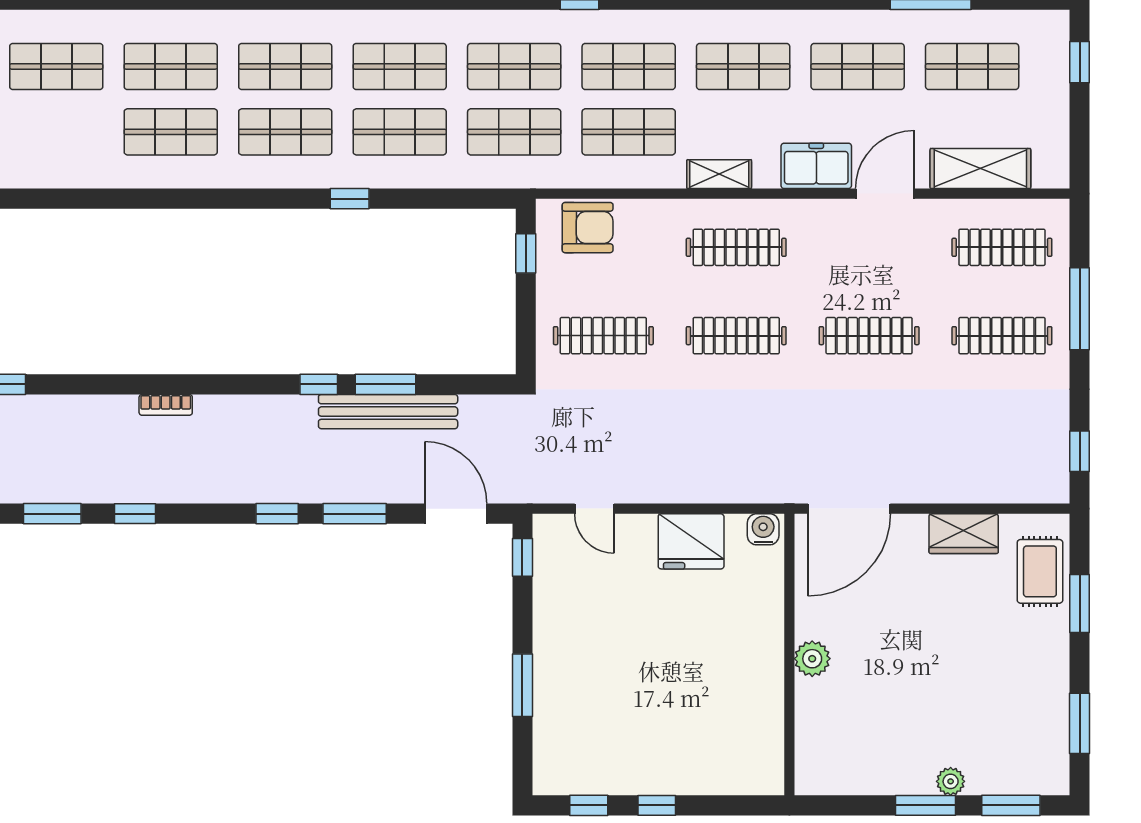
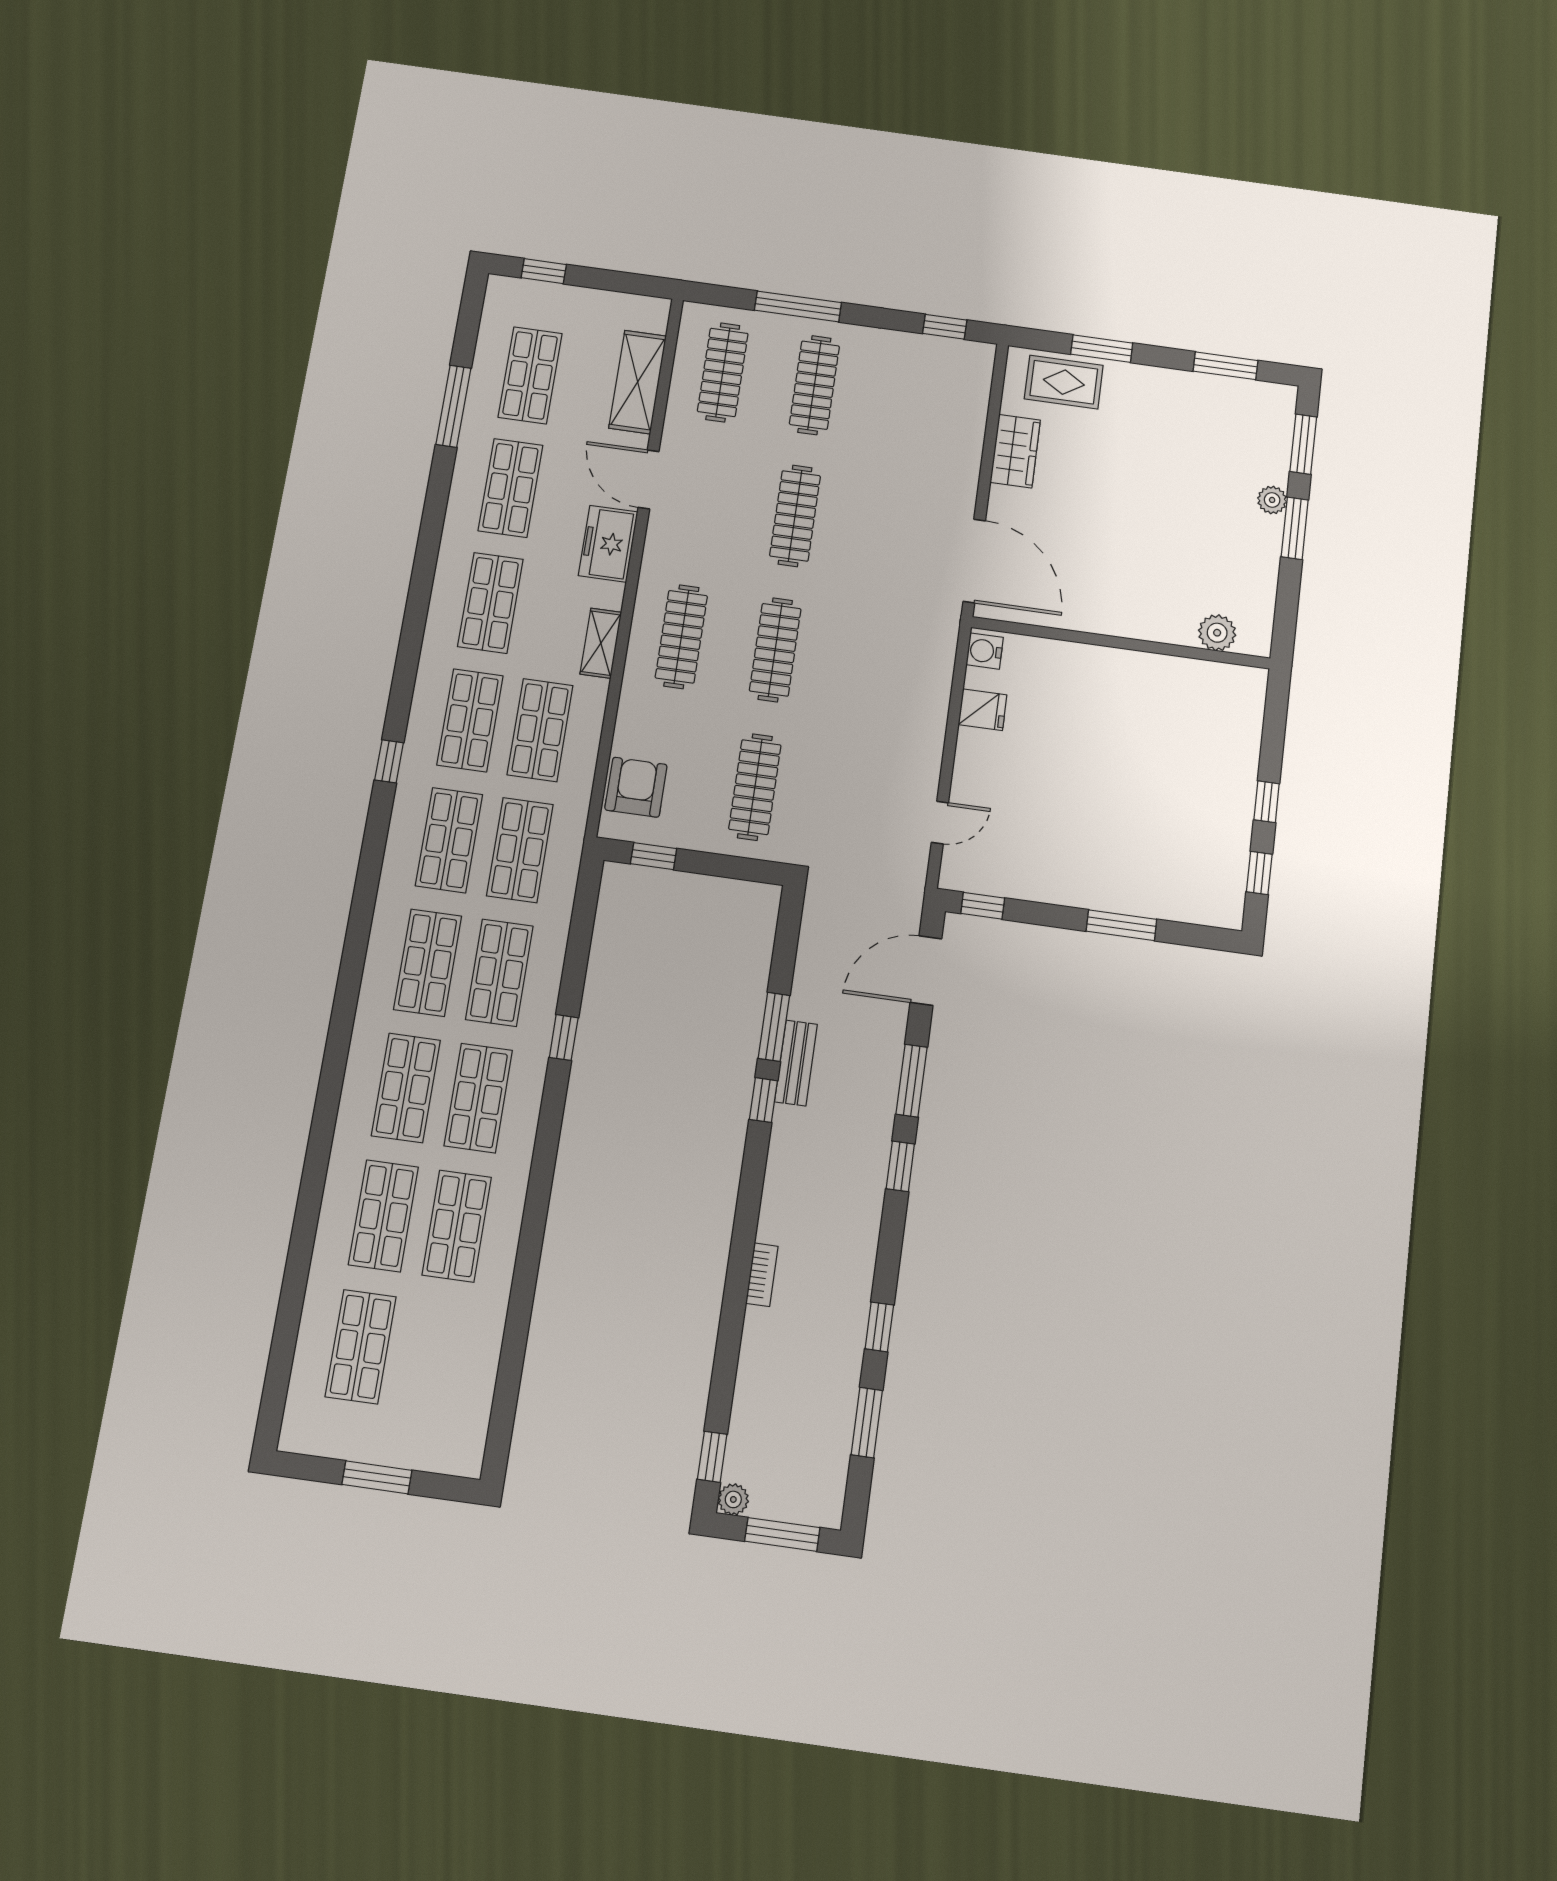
bench: (388, 412) -> (796, 1063), width x0.54, depth x0.82
fridge: (691, 541) -> (983, 710), width x0.53, depth x0.75
plant: (812, 659) -> (1217, 633), moved

